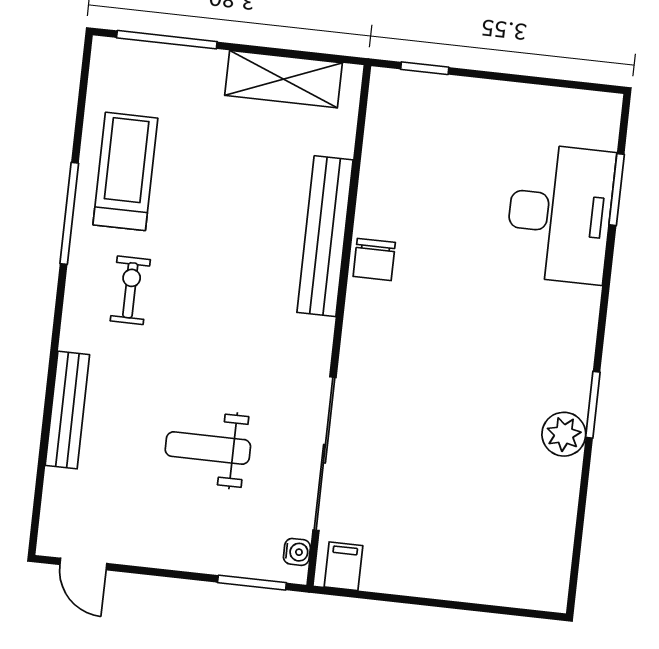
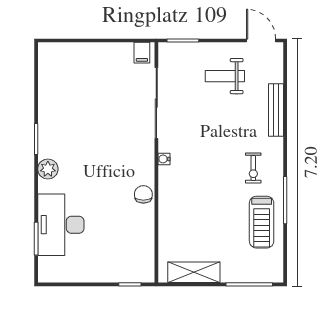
bench: (325, 236) -> (167, 203), removed
plant: (564, 434) -> (48, 169), moved
weight bench: (208, 448) -> (225, 76), moved, turned 180
water cooler: (297, 552) -> (164, 159), moved
door: (83, 564) -> (261, 40), width x1.38

